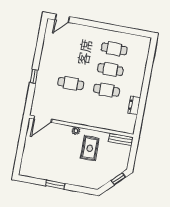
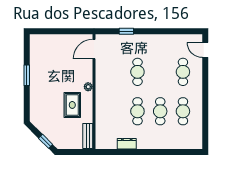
cafe table: (78, 42) -> (183, 72), added
window: (34, 76) -> (126, 31), moved
door: (43, 119) -> (94, 49), hinge flipped
rug: (90, 148) -> (72, 105), turned 90

